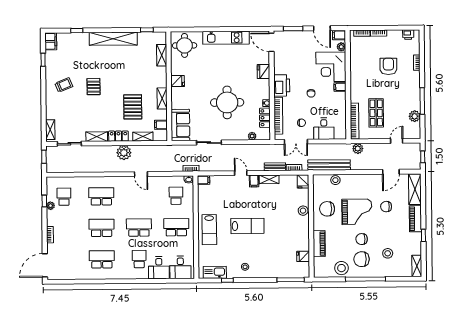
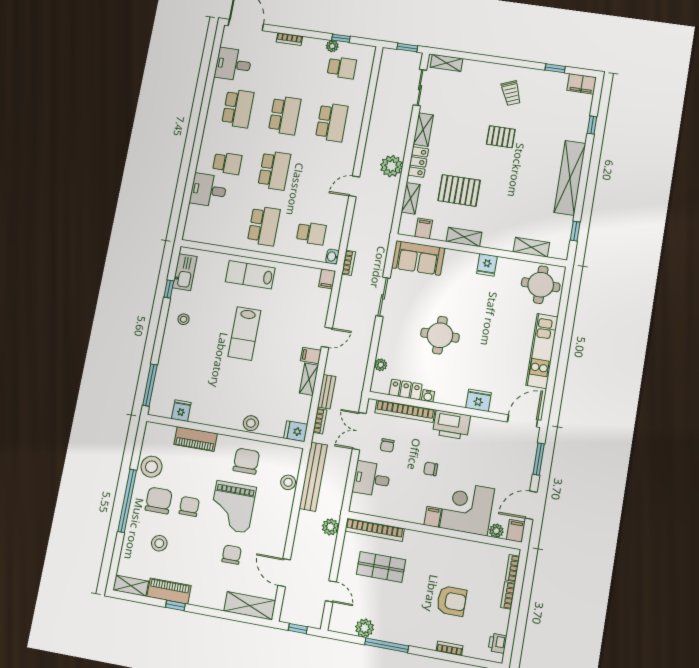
round table: (227, 102) -> (440, 335), width x0.73, depth x0.73
piano: (415, 219) -> (169, 591), moved
desk: (180, 267) -> (233, 64), moved

